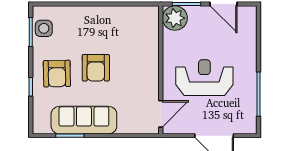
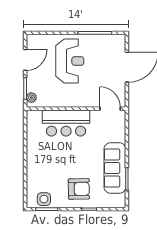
plant: (175, 18) -> (31, 98), width x0.53, depth x0.53
bar counter: (142, 57) -> (66, 123), added
armchair: (96, 68) -> (74, 159), removed
reception desk: (204, 78) -> (70, 61), moved, turned 180

